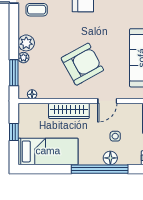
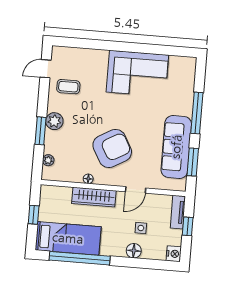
plant: (23, 58) -> (48, 160), moved
window: (14, 73) -> (40, 131), moved
floor lamp: (32, 94) -> (88, 179), moved
window: (100, 169) -> (80, 258), moved

